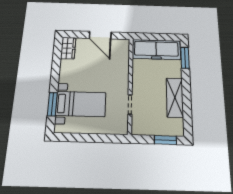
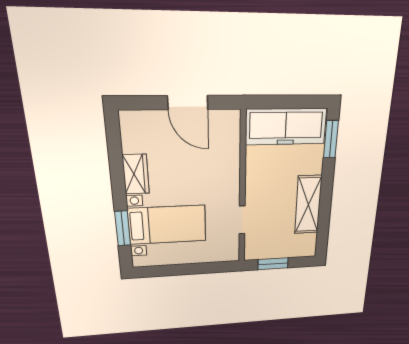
wardrobe: (68, 48) -> (136, 174), moved
window: (165, 140) -> (273, 264), moved

